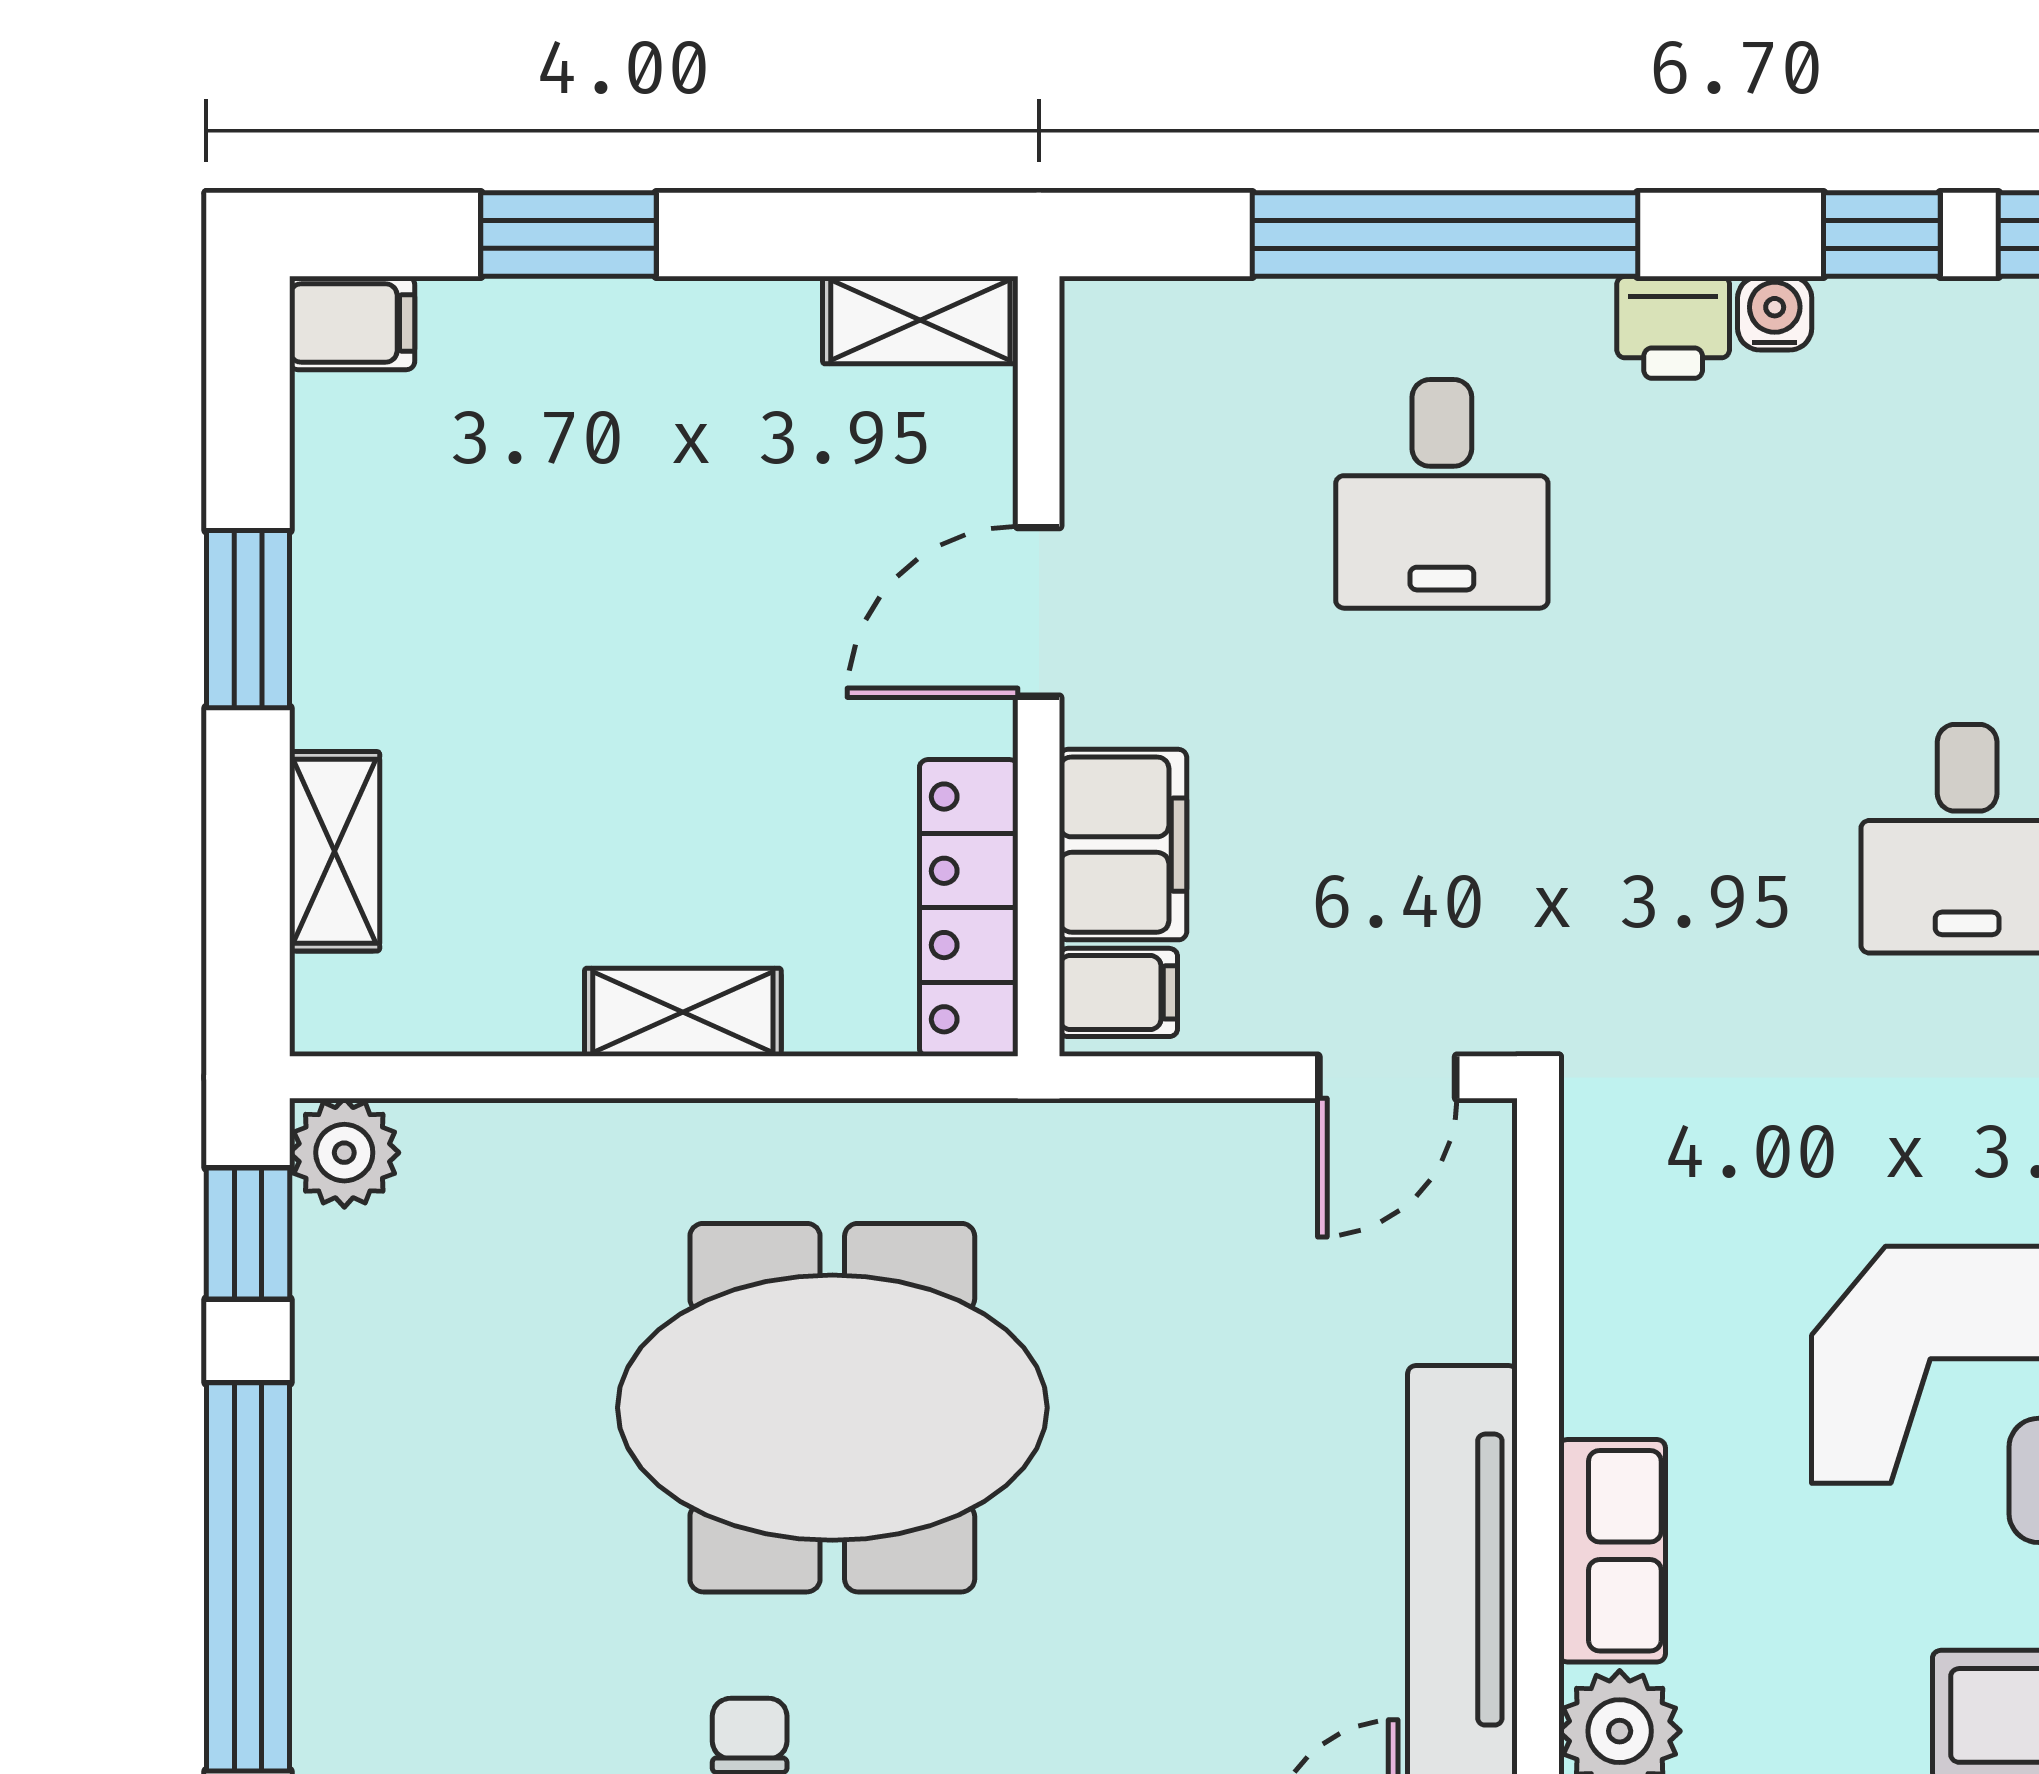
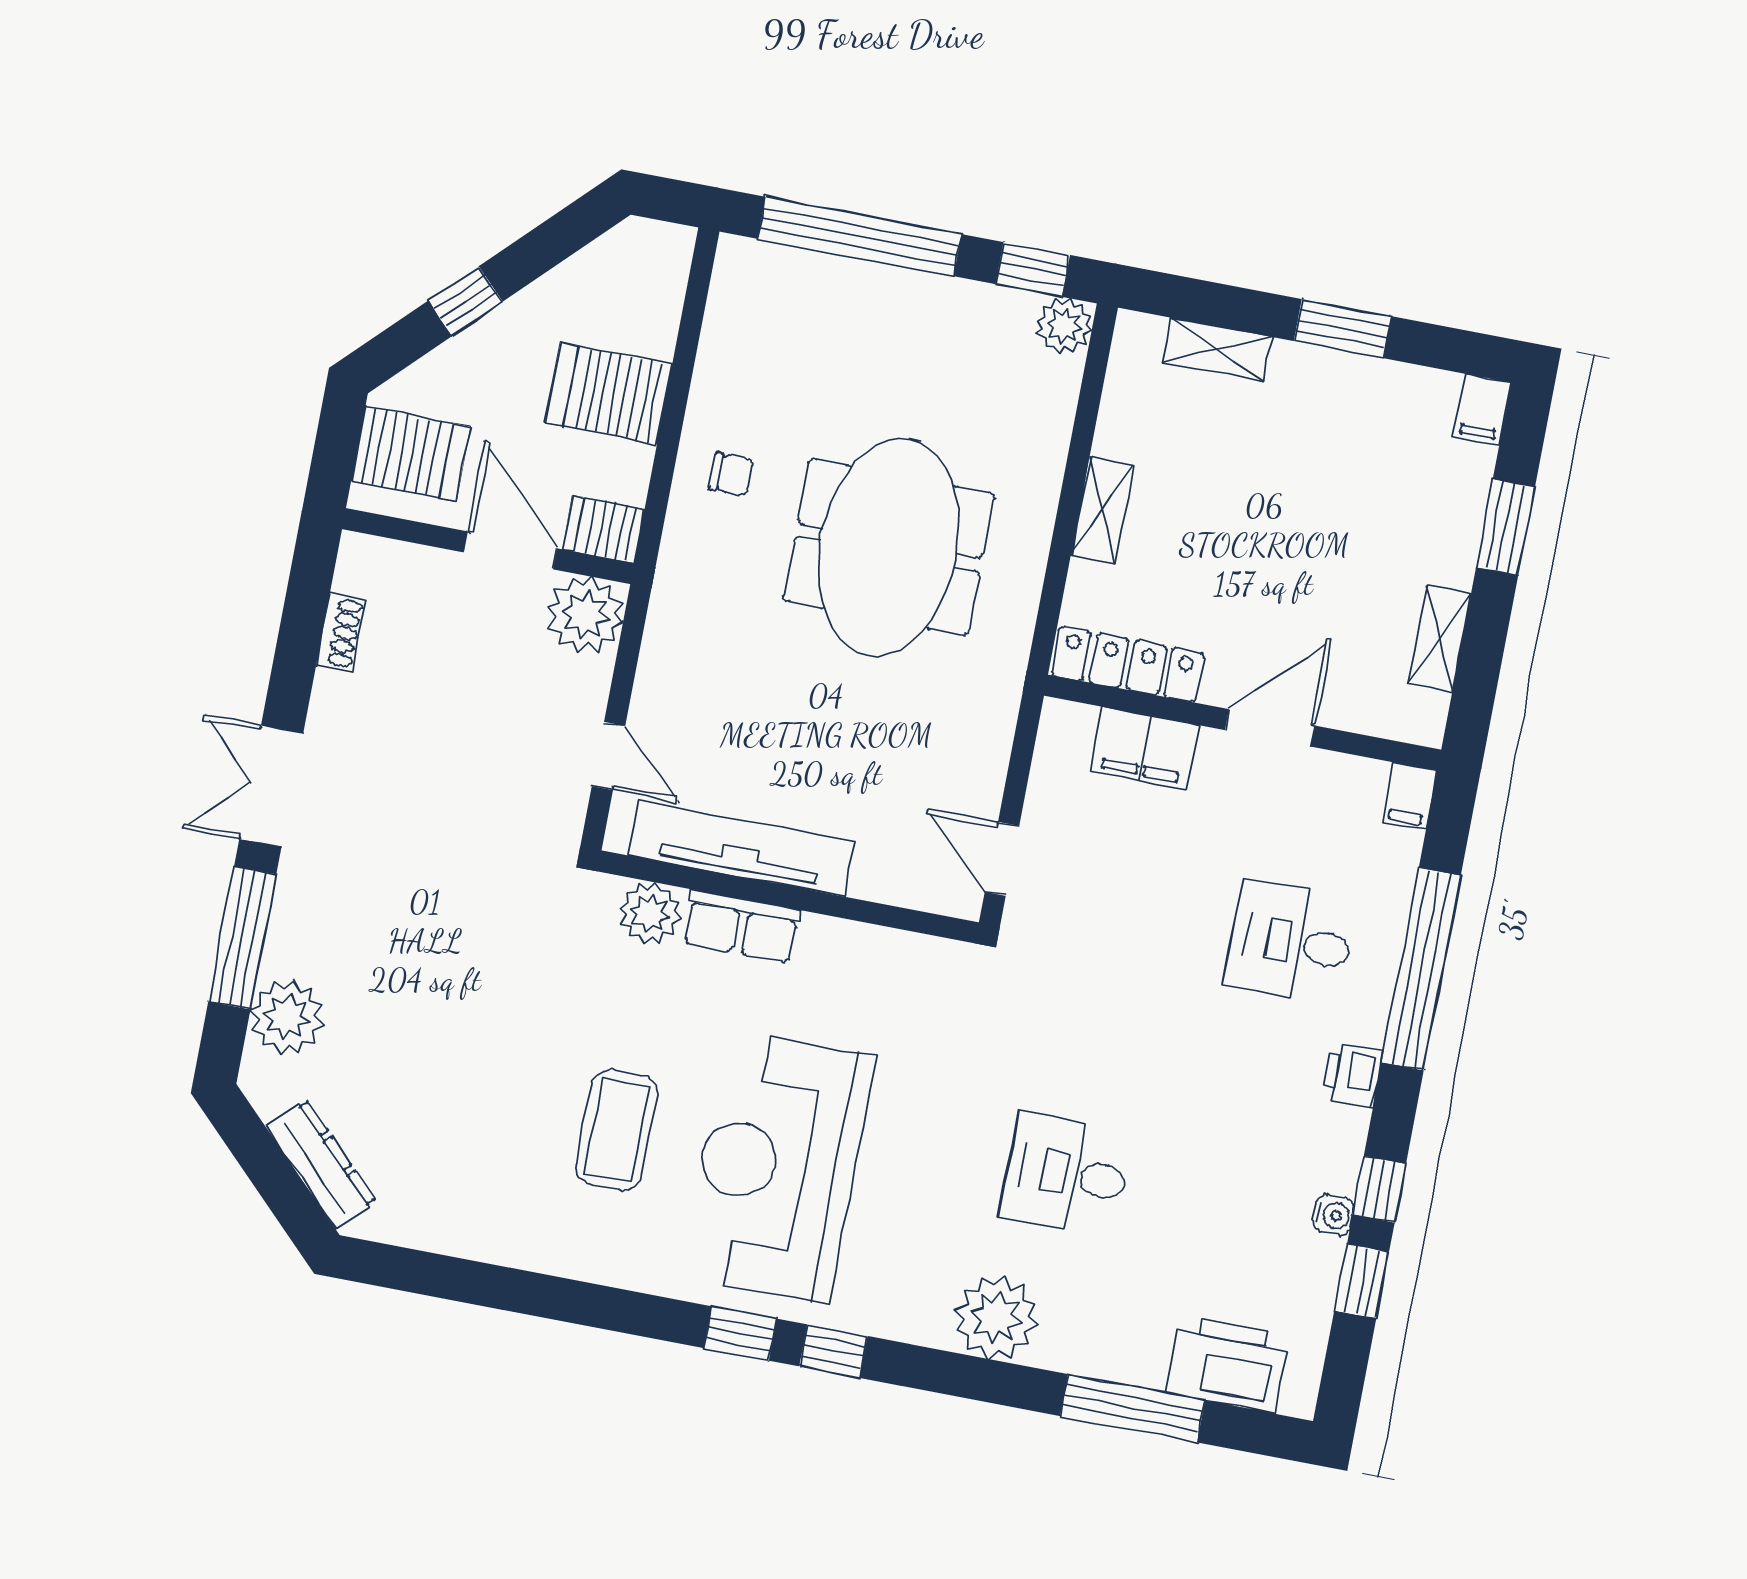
water cooler: (1775, 313) -> (1333, 1215), moved
shelving: (920, 320) -> (1440, 639), moved
door: (1039, 612) -> (1270, 728), hinge flipped
filing cabinet: (1118, 992) -> (1409, 796), moved

